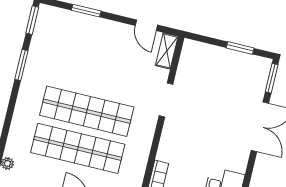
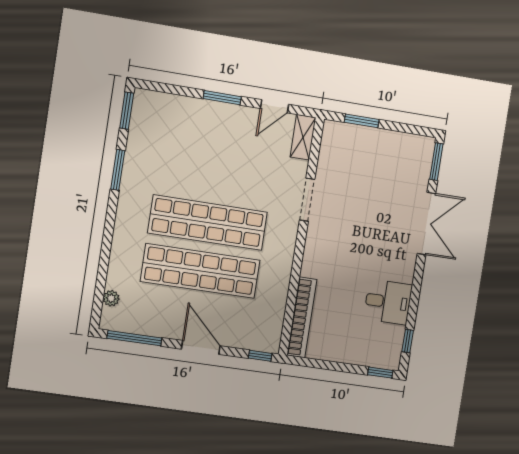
window: (86, 11) -> (222, 98), moved
door: (146, 25) -> (274, 106), hinge flipped
window: (240, 48) -> (362, 121), moved

